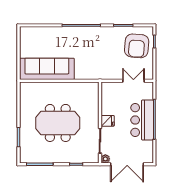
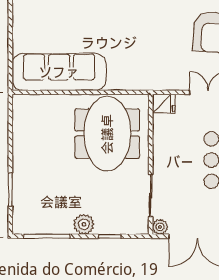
fridge: (108, 121) -> (164, 104), moved
meeting table: (58, 123) -> (107, 134), moved, turned 90
plant: (61, 157) -> (84, 224), added

